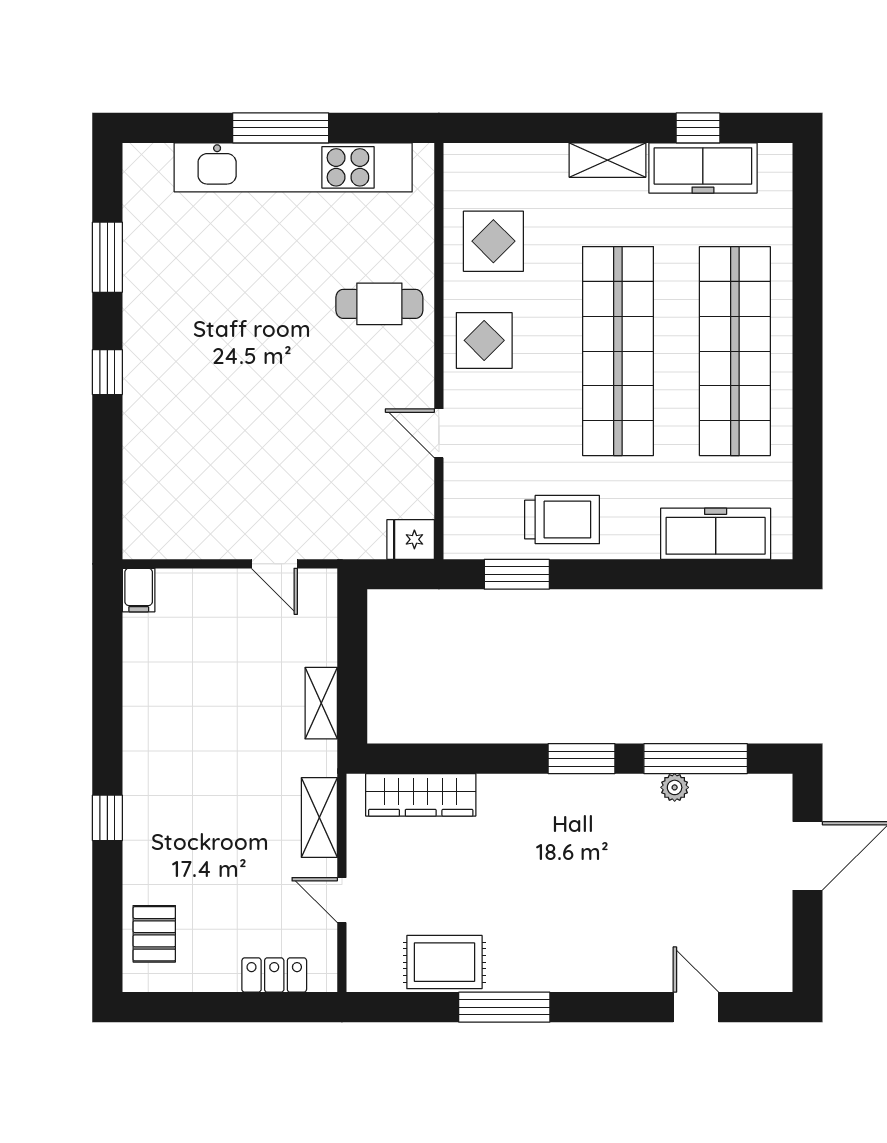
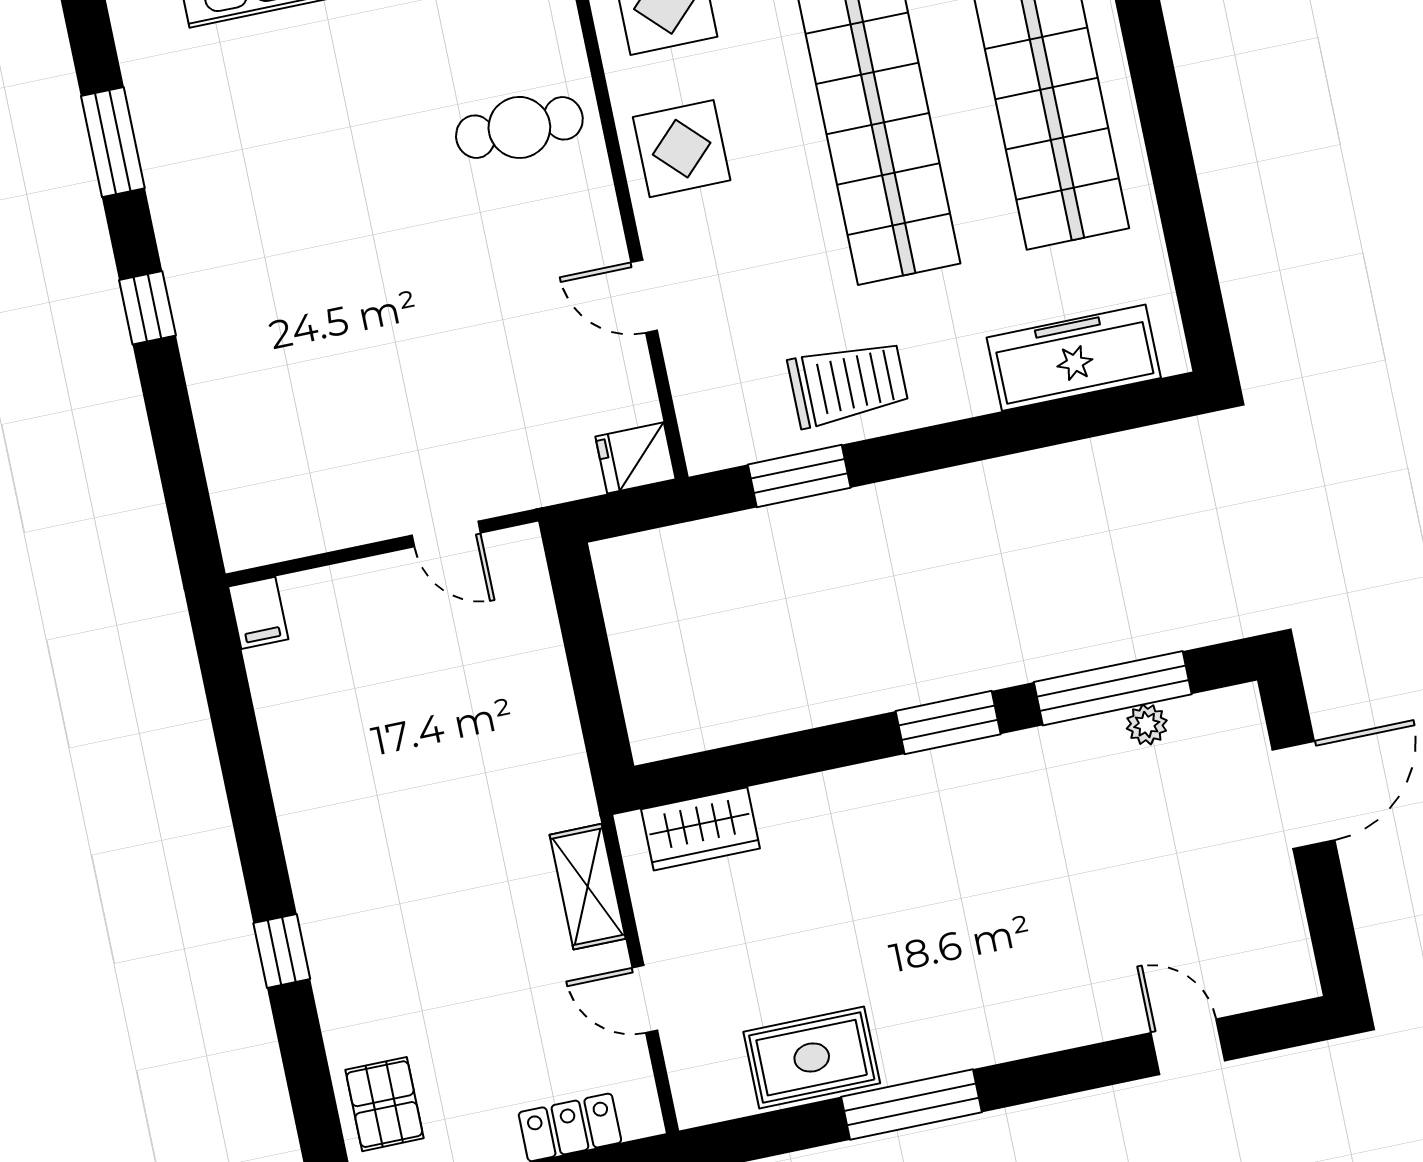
shelving: (321, 703) -> (556, 721), removed
plant: (675, 787) -> (1147, 725), moved
wardrobe: (421, 795) -> (700, 829), width x0.67

